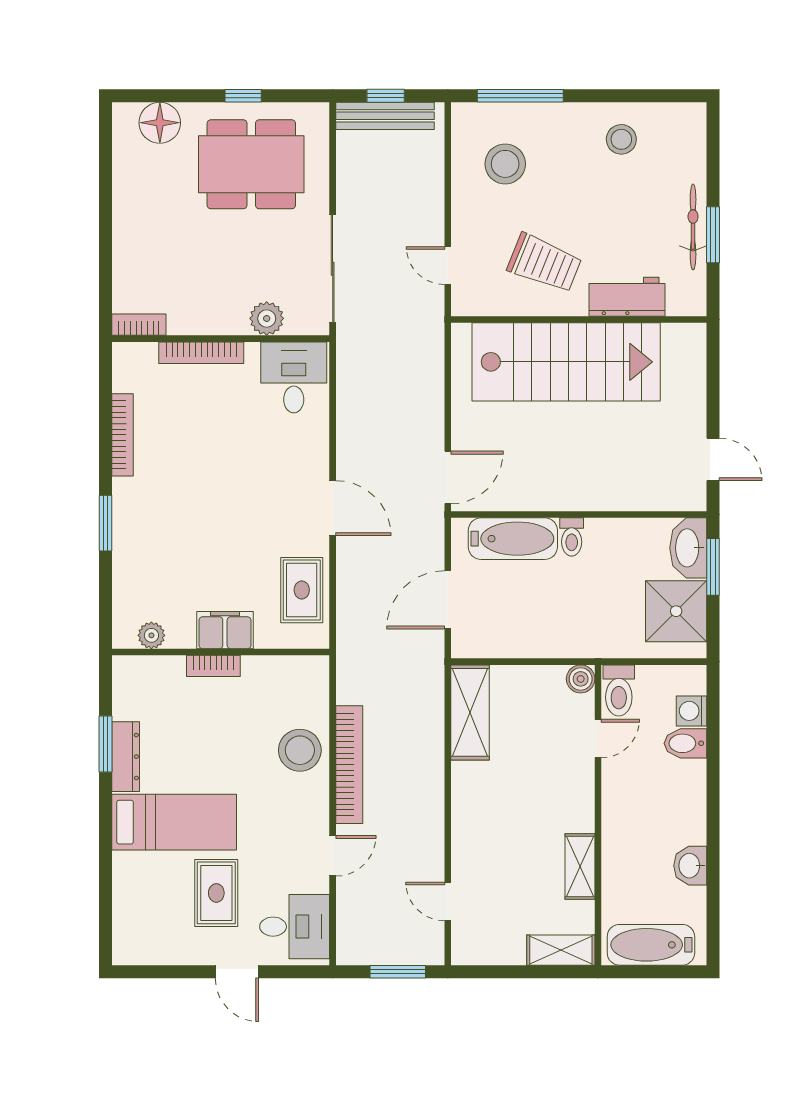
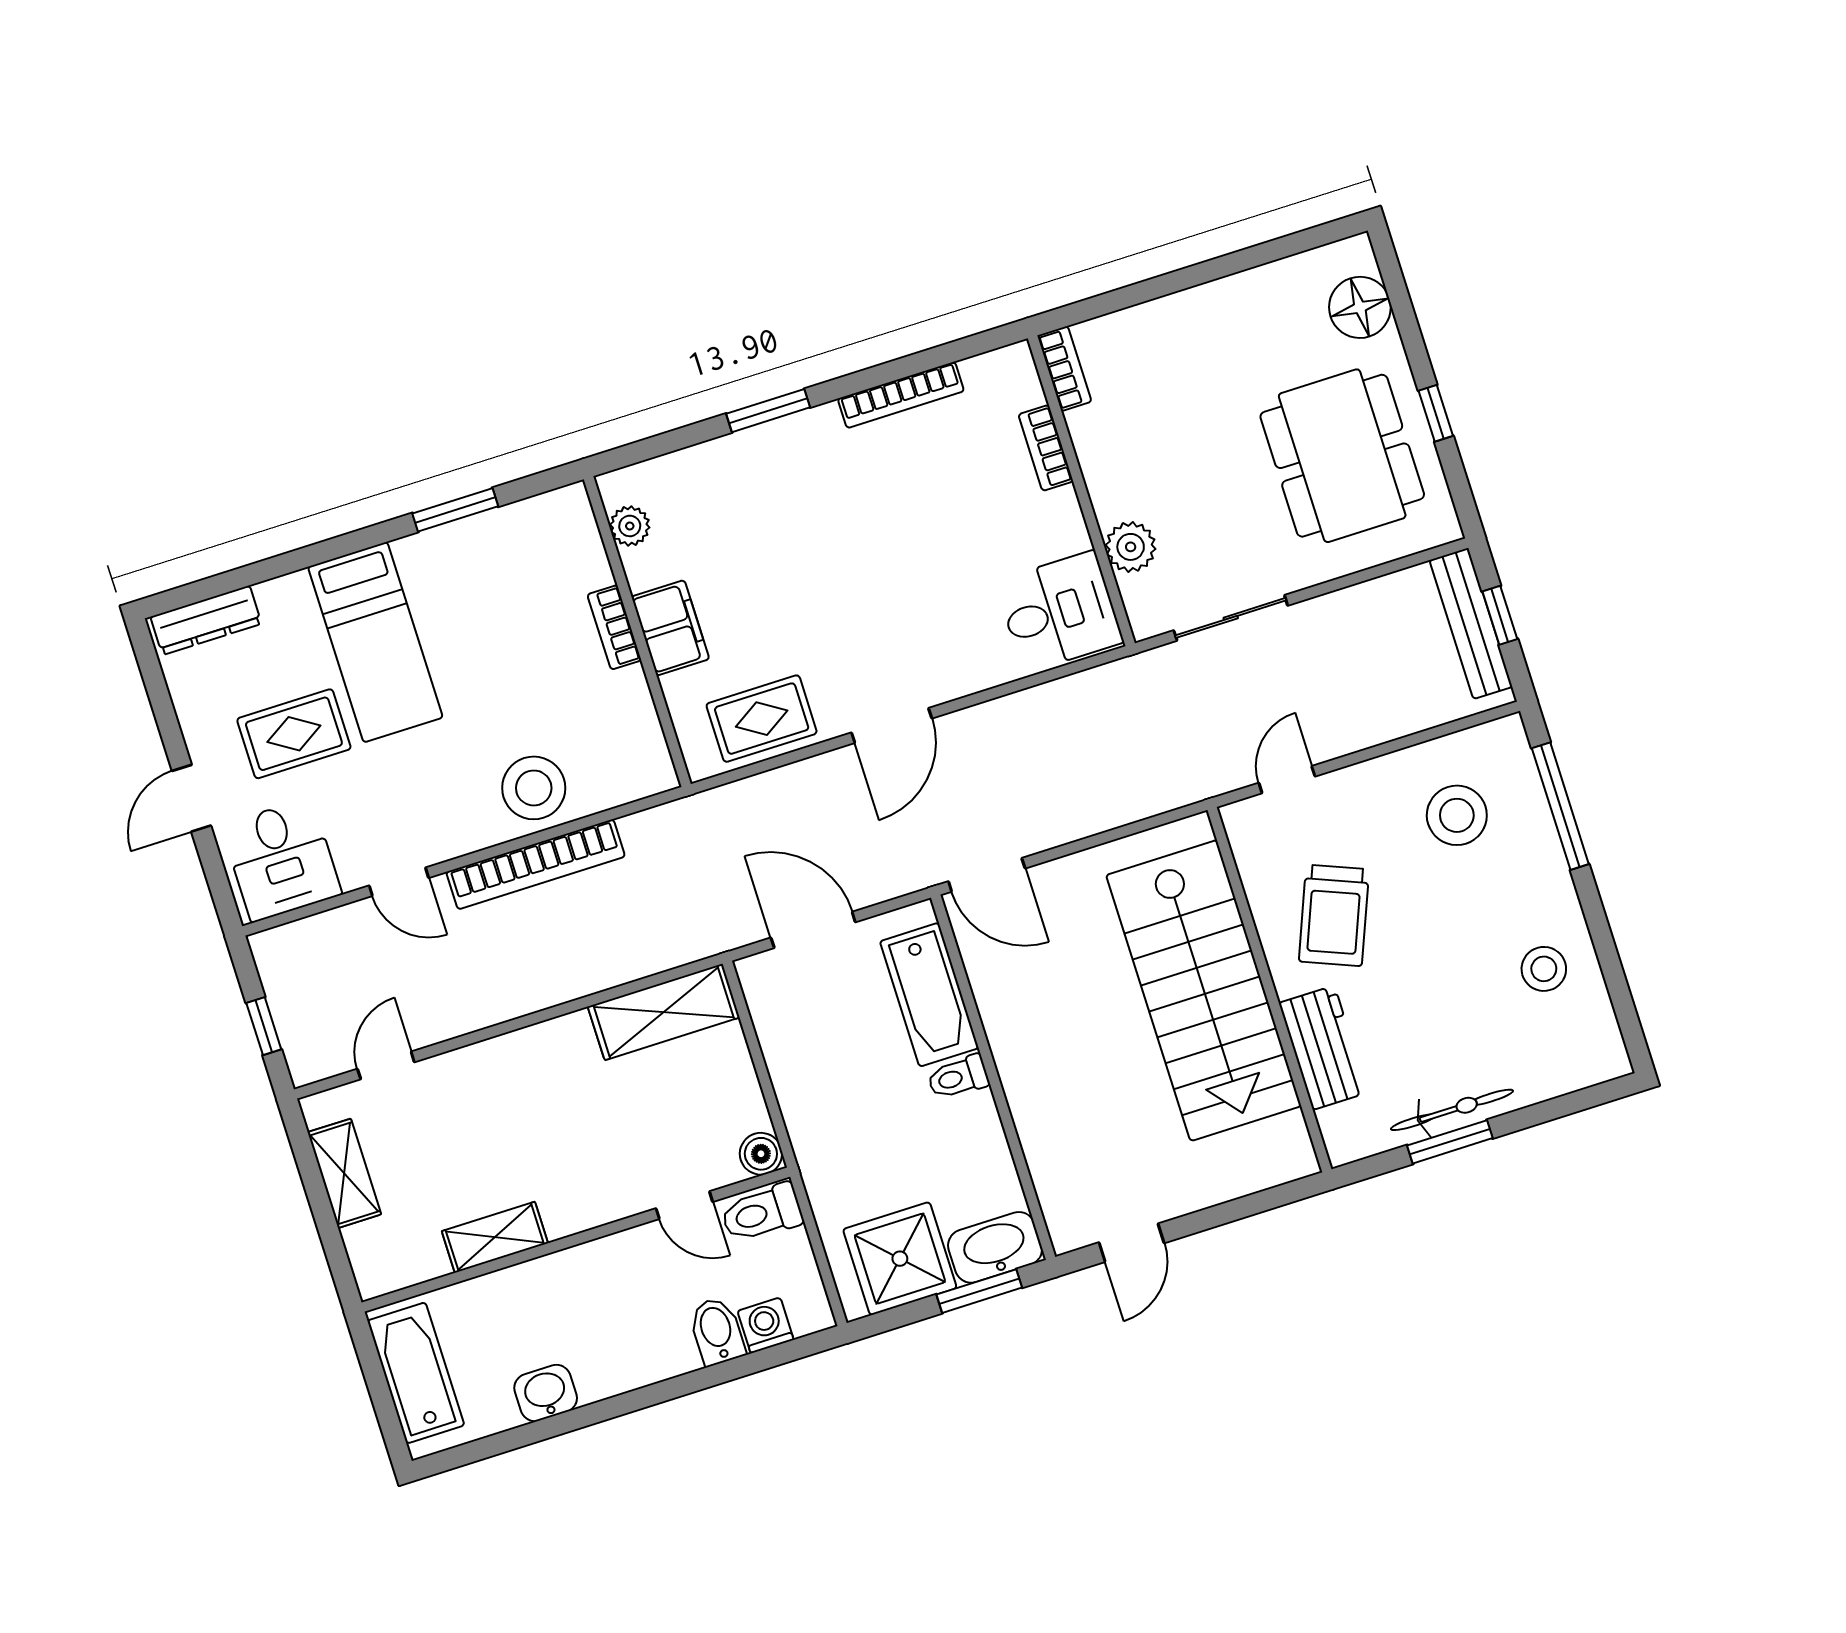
sliding door: (333, 269) -> (1231, 618), width x0.73
bookcase: (201, 353) -> (1046, 448), width x0.64
dresser: (126, 757) -> (206, 620), moved
shelving: (561, 950) -> (344, 1173), moved
window: (398, 972) -> (264, 1026), width x0.67

